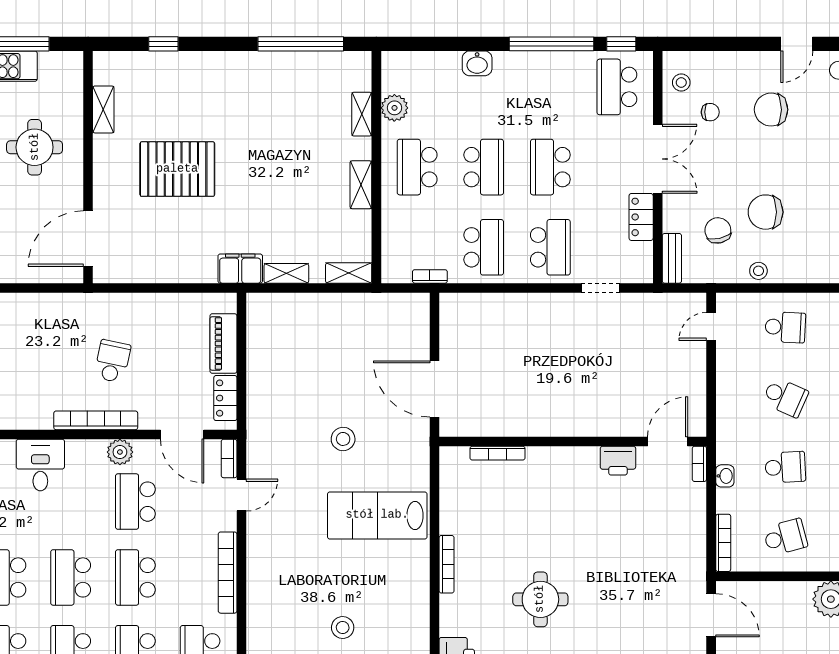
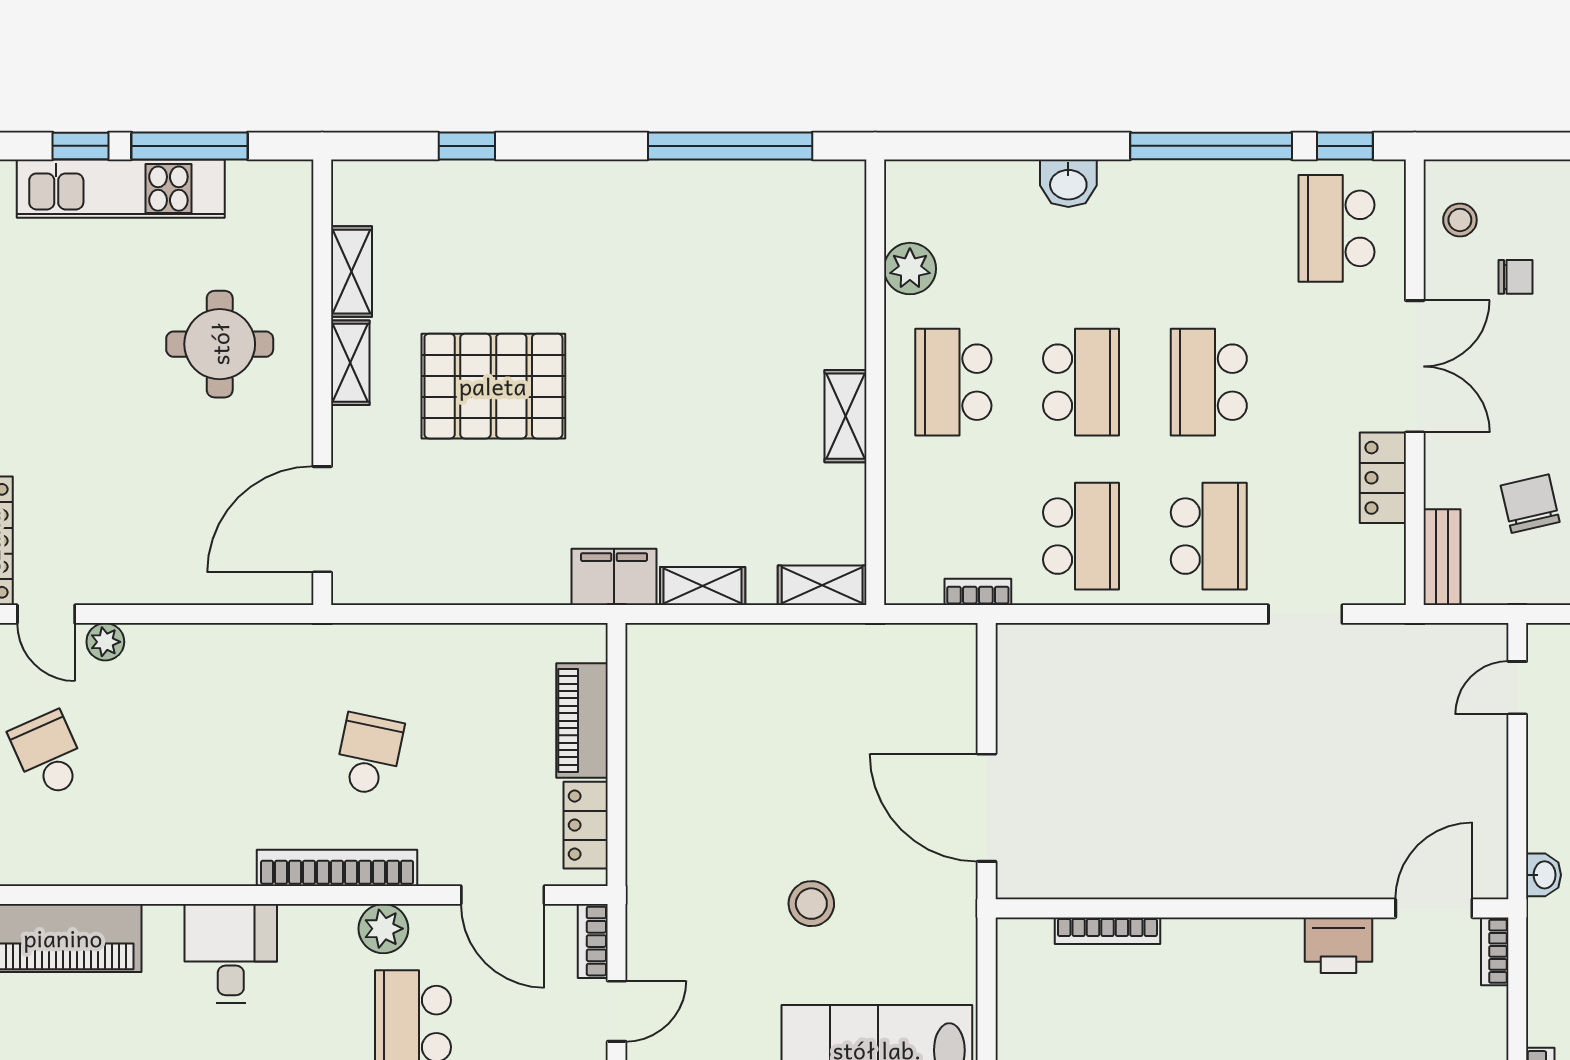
shelving: (362, 114) -> (350, 363), moved
washbasin: (725, 476) -> (1544, 875), moved

